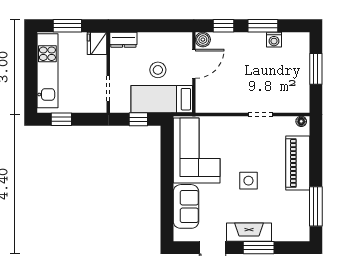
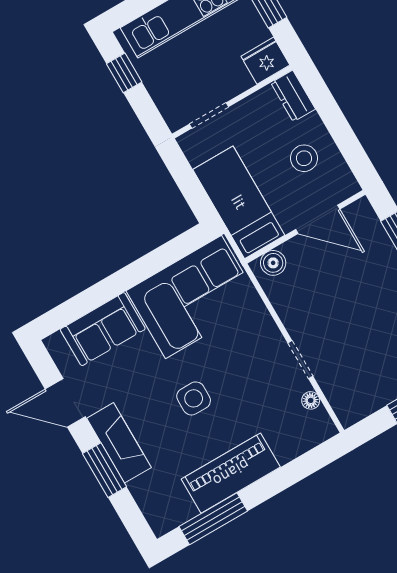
boiler: (203, 40) -> (273, 263), moved
stool: (158, 70) -> (304, 158), moved
window: (138, 119) -> (190, 185), removed
floor lamp: (301, 121) -> (311, 400), moved
piano: (298, 163) -> (231, 473), moved

